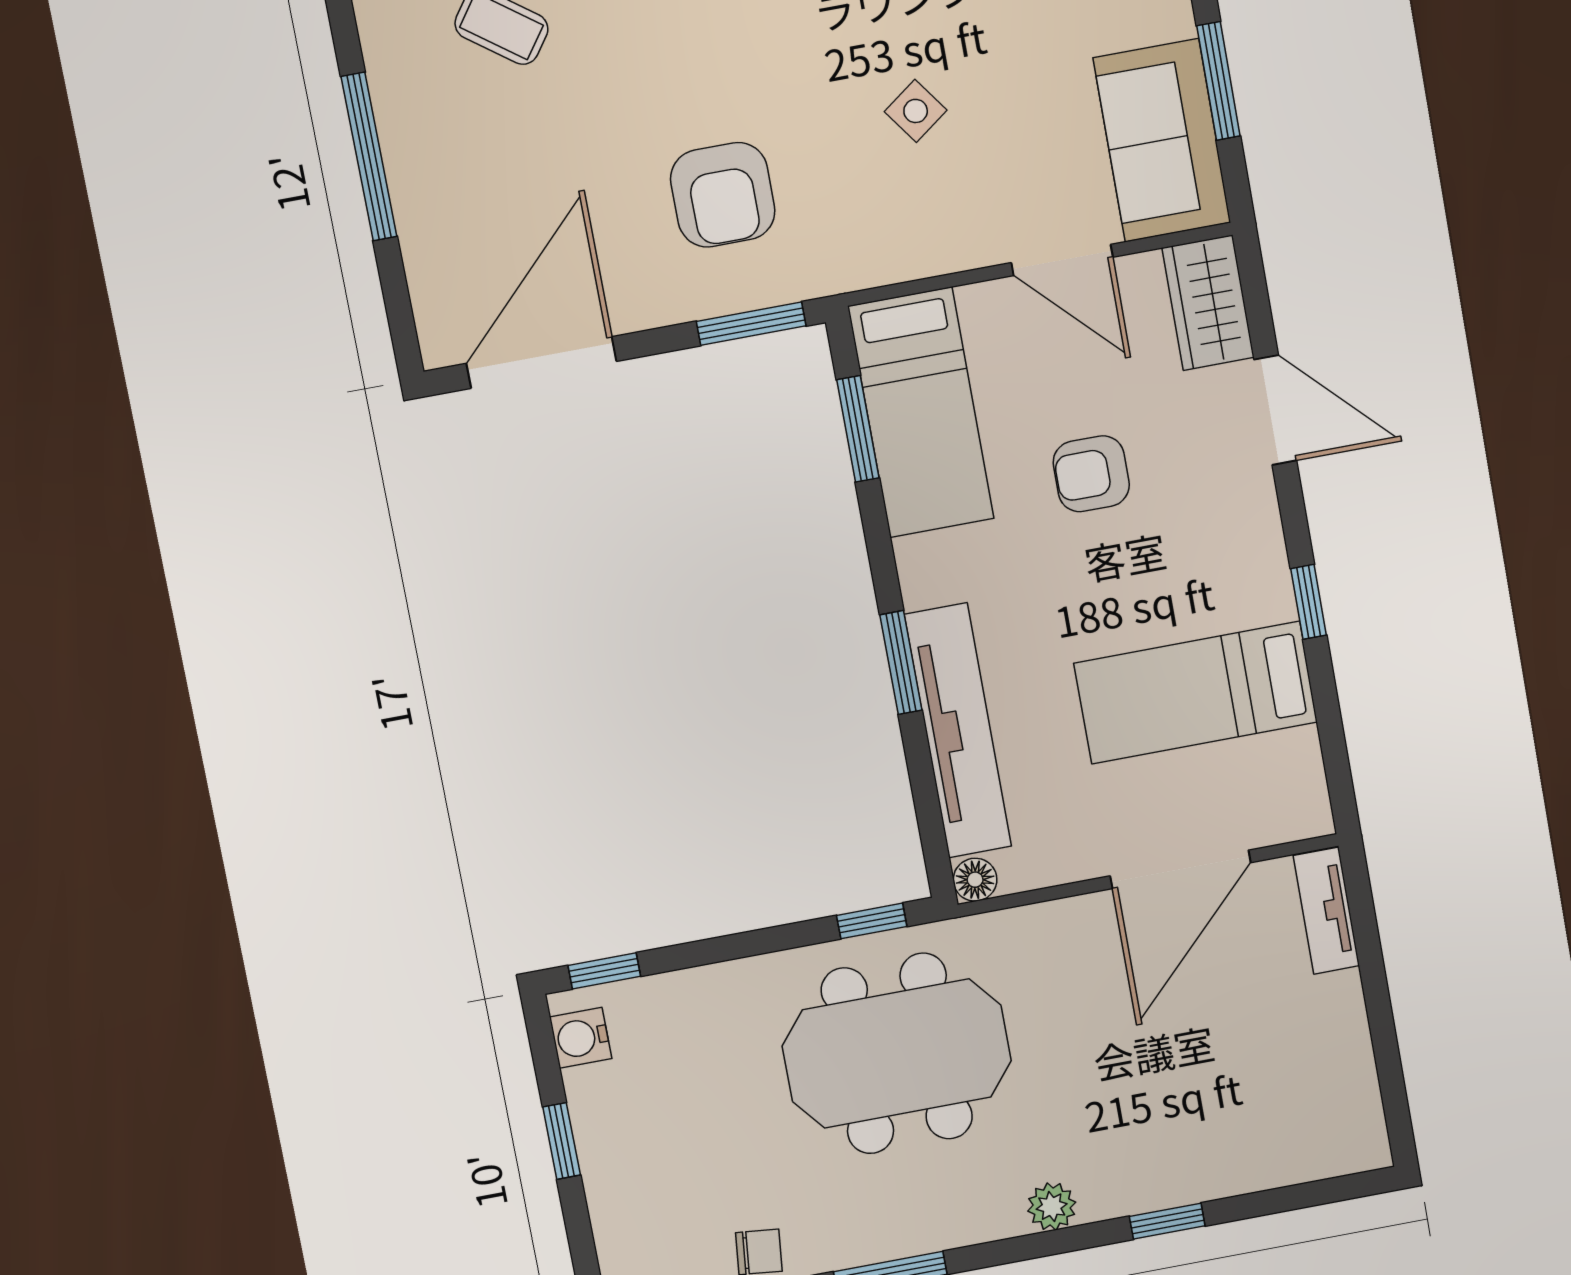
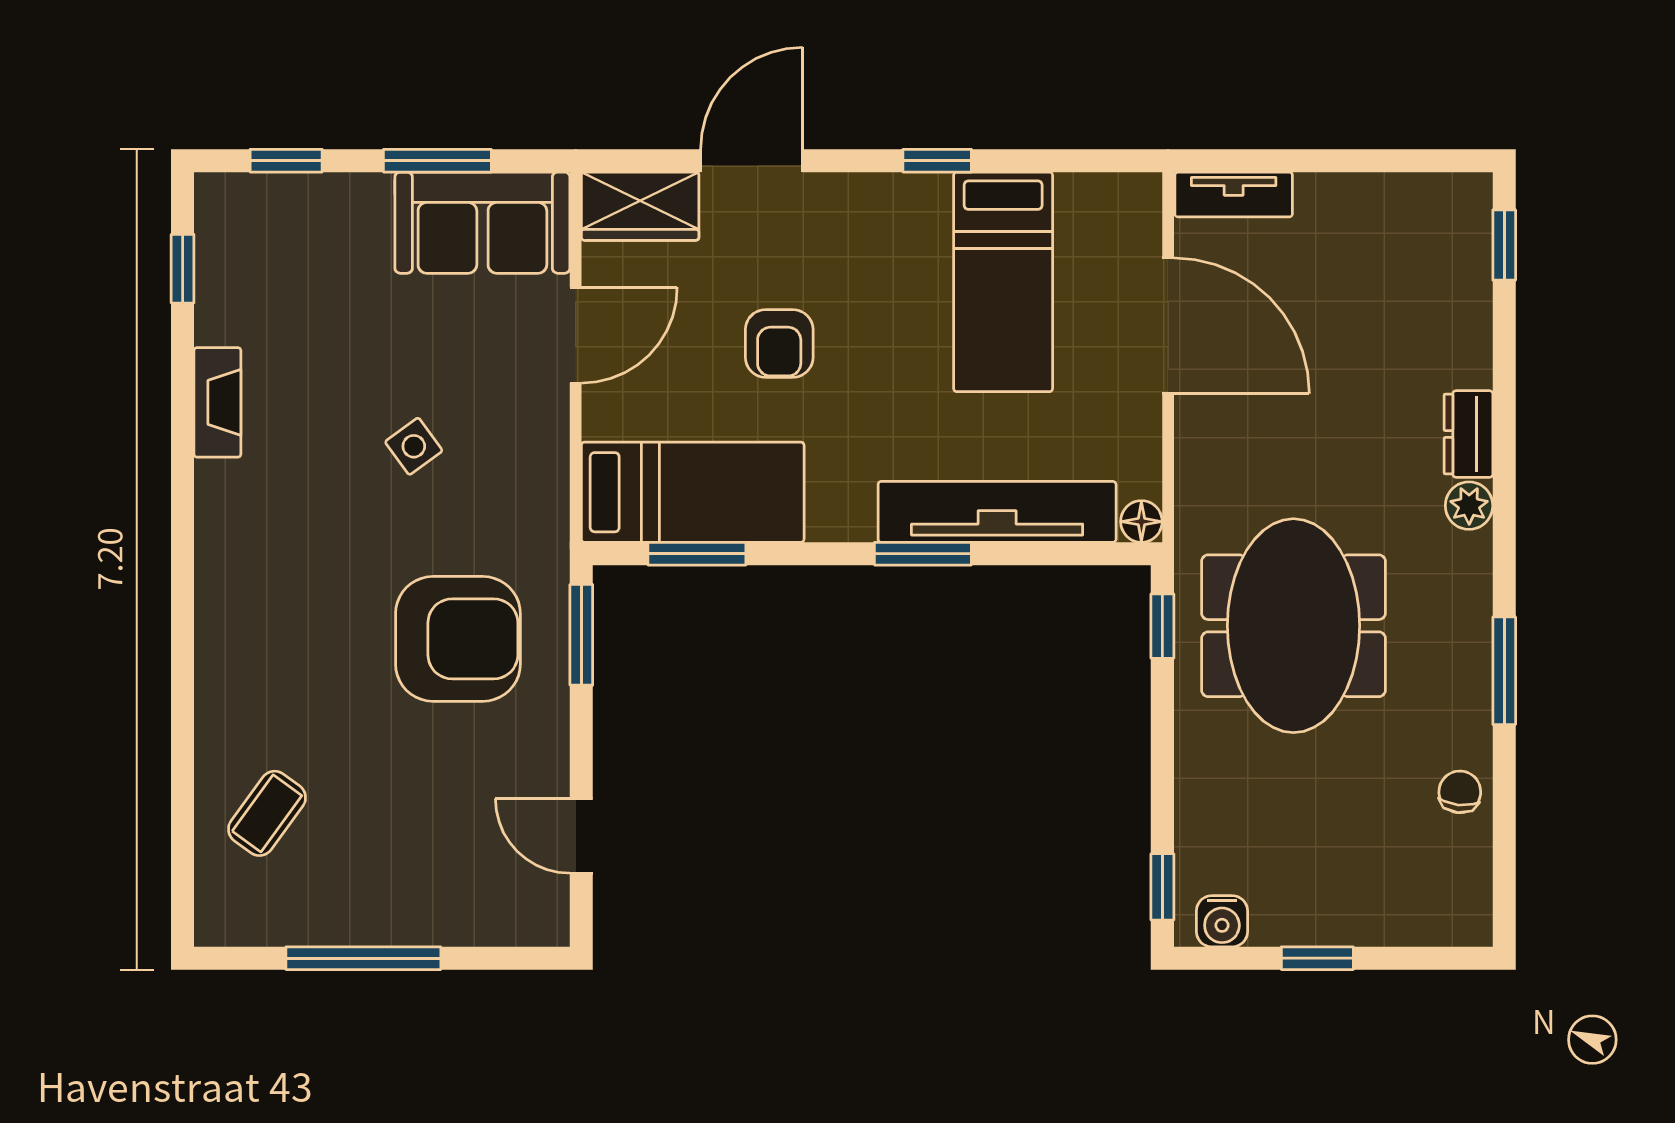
armchair: (723, 195) -> (458, 639), width x1.36, depth x1.36
door: (541, 362) -> (581, 836), width x0.53
dresser: (1124, 1192) -> (1468, 434), added
window: (1167, 1221) -> (1504, 245), moved

